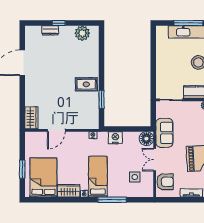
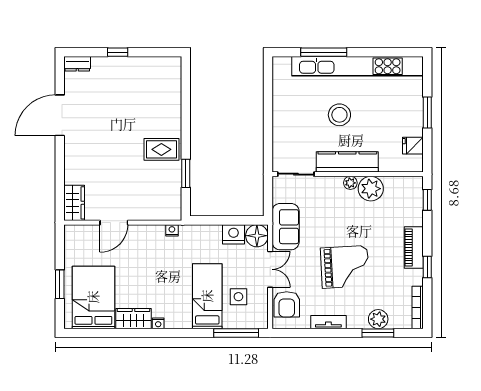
dresser: (50, 30) -> (77, 64), moved
plant: (82, 33) -> (155, 68), removed
nightstand: (115, 138) -> (234, 234), moved
double door: (155, 160) -> (270, 269), swing flipped
bed: (98, 177) -> (207, 296), moved
armchair: (165, 182) -> (287, 304), turned 90
window: (112, 200) -> (236, 333), moved

